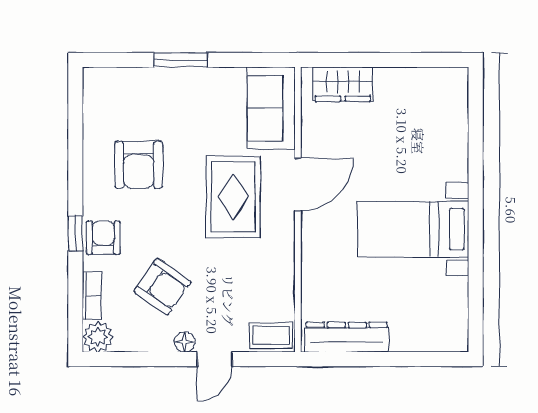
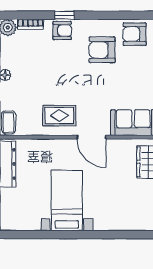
rug: (233, 197) -> (59, 116), moved, width x0.73, depth x0.70
armchair: (162, 287) -> (135, 34), moved, turned 55

